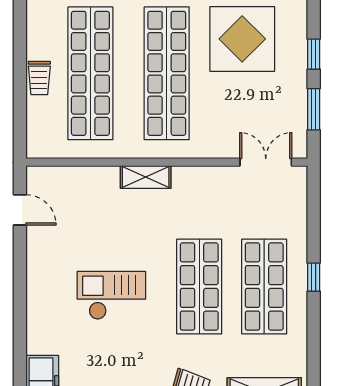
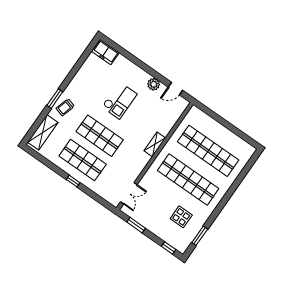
display table: (242, 39) -> (181, 217), width x0.54, depth x0.54
window: (314, 54) -> (169, 248), moved
trolley: (39, 78) -> (220, 130), removed
plant: (39, 254) -> (154, 84), added

